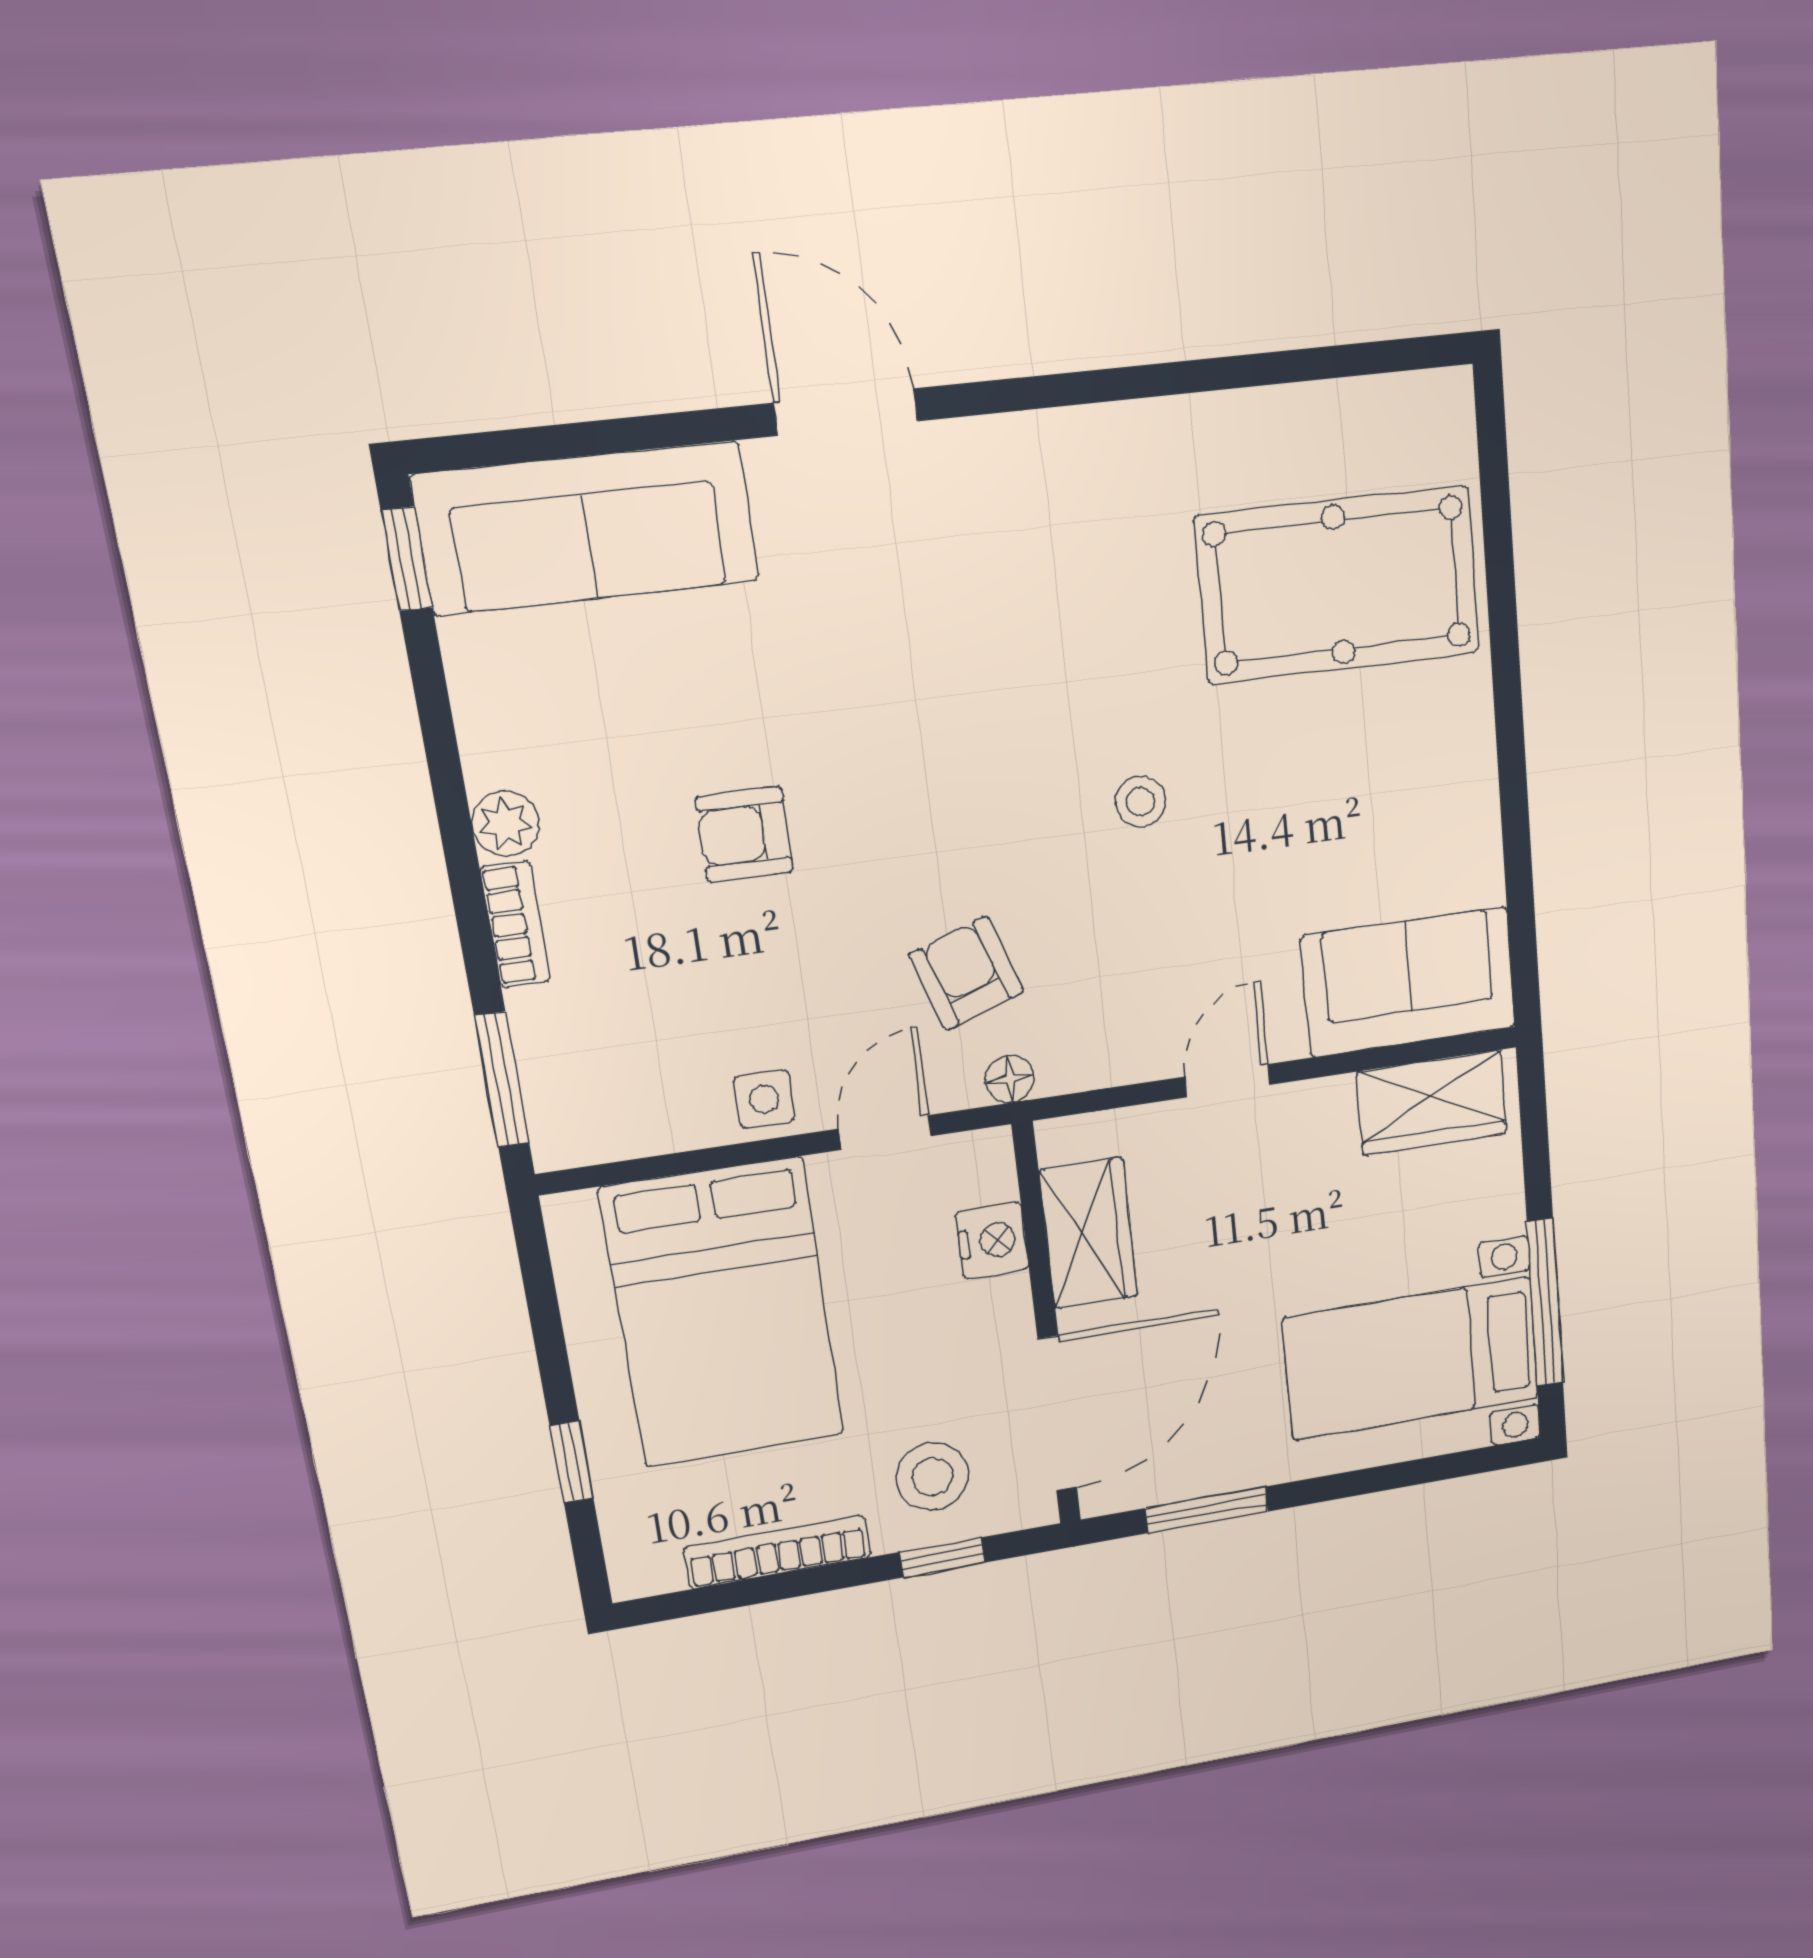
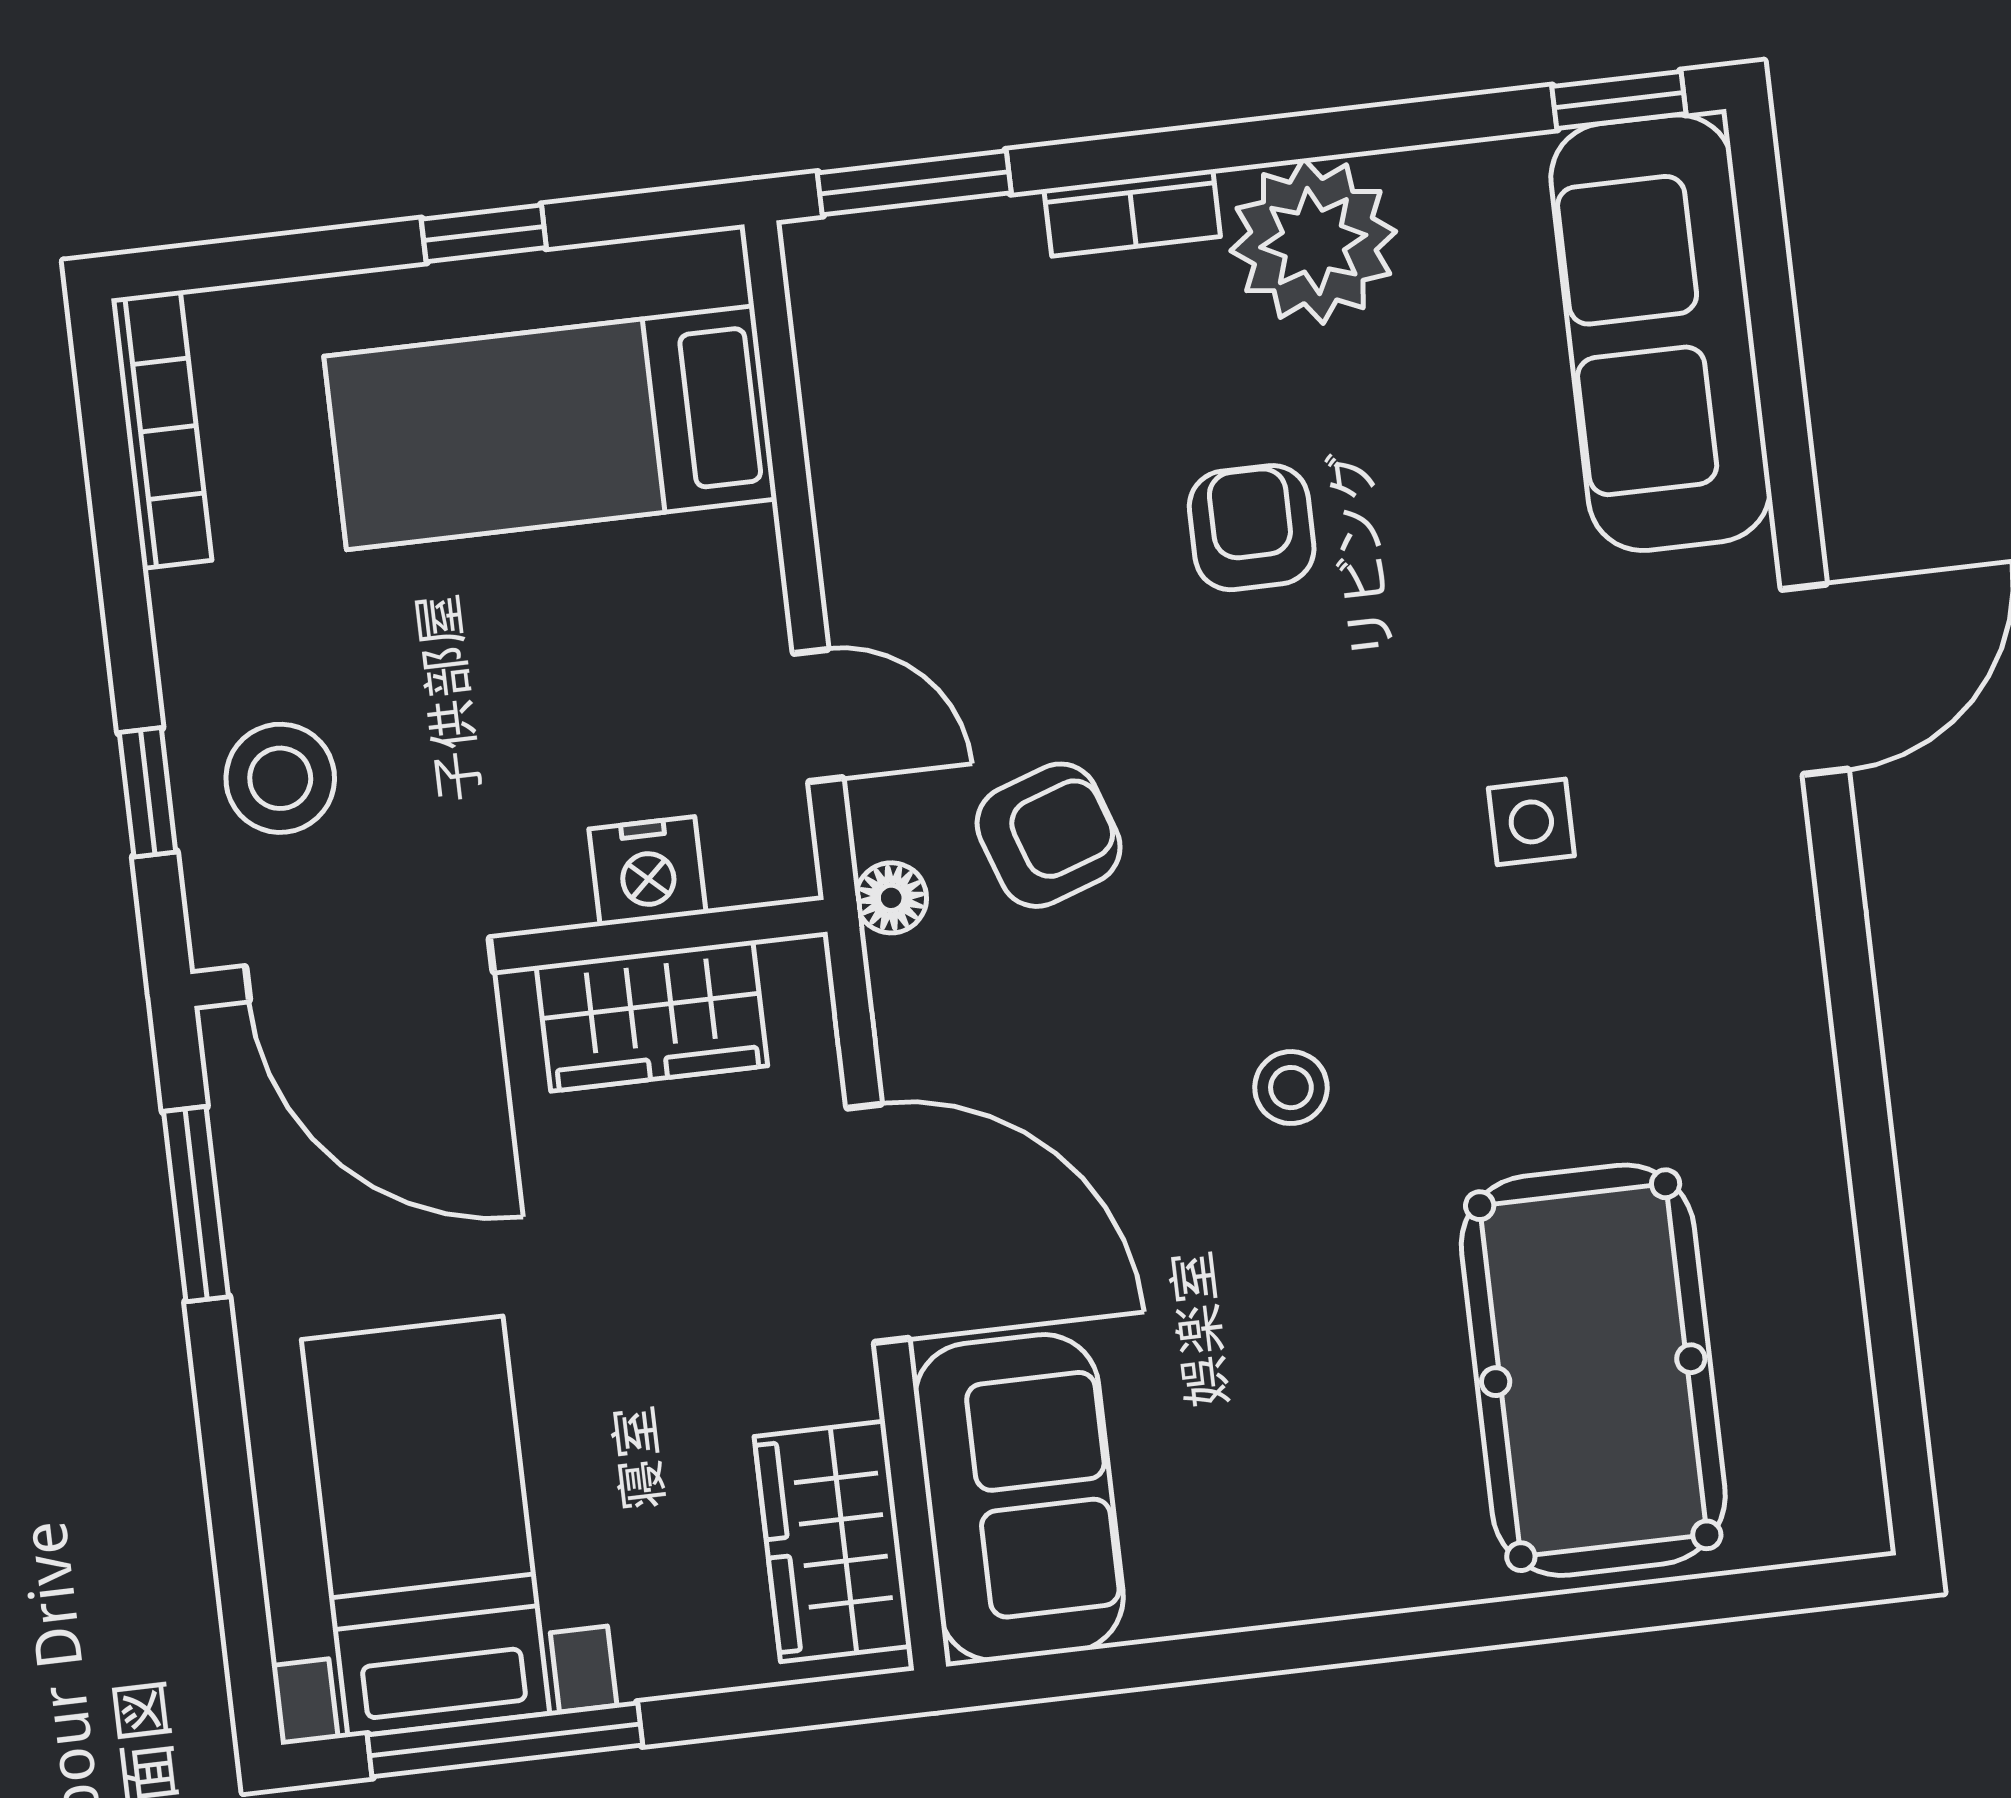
plant: (505, 824) -> (1313, 241), width x1.88, depth x1.88
door: (1227, 1081) -> (878, 1223), width x1.87
side table: (764, 1099) -> (1531, 822), moved
bed: (723, 1313) -> (550, 428), width x0.67
window: (572, 1462) -> (484, 233), moved
bookcase: (778, 1552) -> (161, 429), moved

